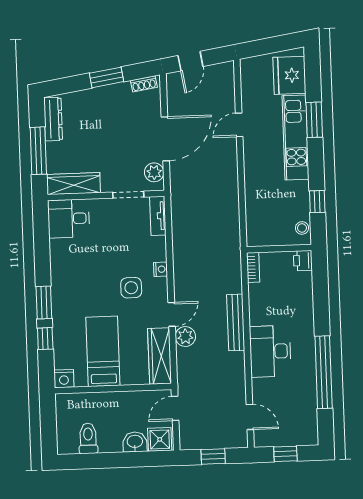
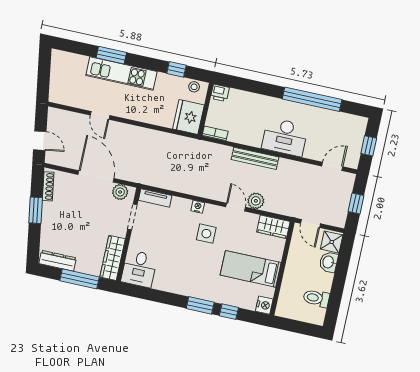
fridge: (289, 75) -> (188, 117), moved, turned 90
shoe rack: (144, 84) -> (48, 186), width x1.43
wardrobe: (160, 356) -> (273, 227), width x0.67

